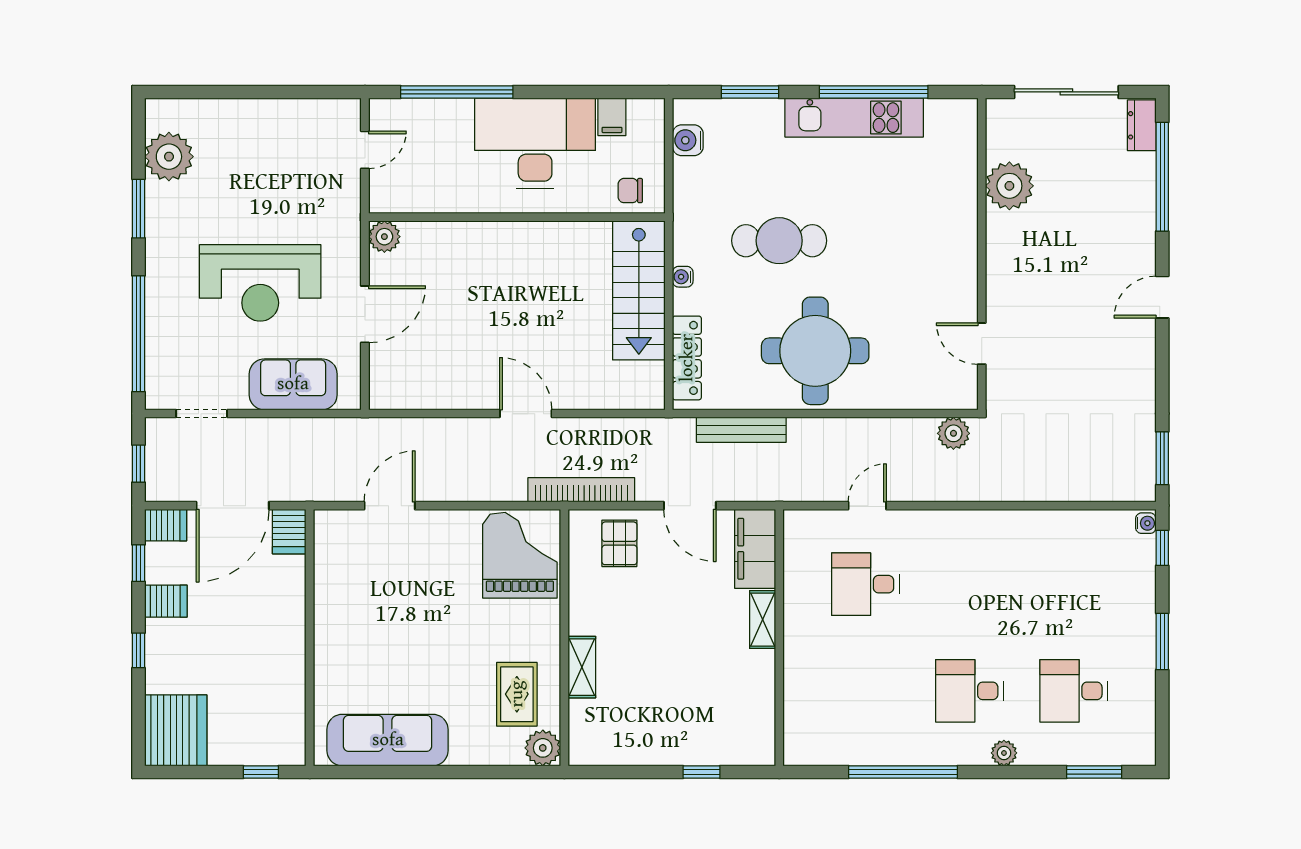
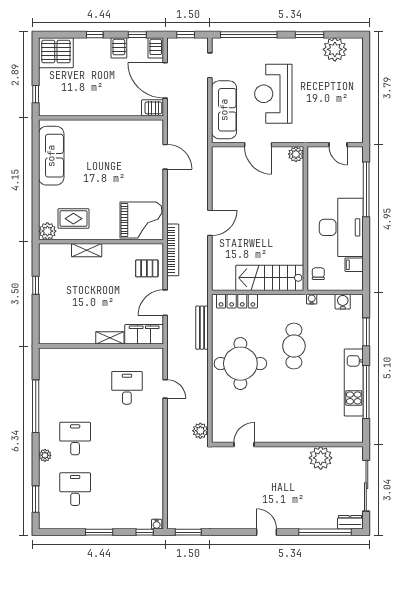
water cooler: (683, 277) -> (312, 299), moved
sofa: (293, 384) -> (224, 110), width x1.36
window: (701, 772) -> (36, 285), moved

